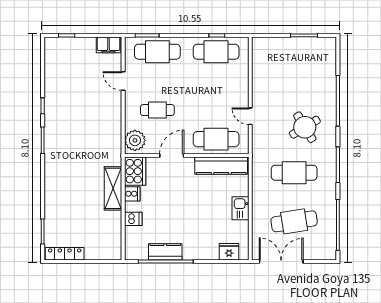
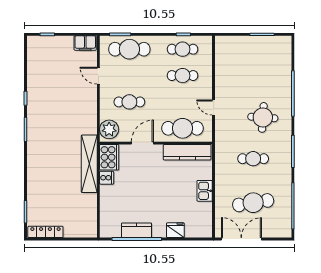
cafe table: (216, 52) -> (183, 49), width x0.73, depth x0.74
cafe table: (216, 81) -> (183, 76), added
round table: (305, 127) -> (263, 117), turned 35
cafe table: (294, 173) -> (253, 159), width x0.73, depth x0.74
shelving: (113, 188) -> (89, 164), width x1.47
dishwasher: (133, 219) -> (108, 200), removed
fridge: (229, 252) -> (175, 230), moved

